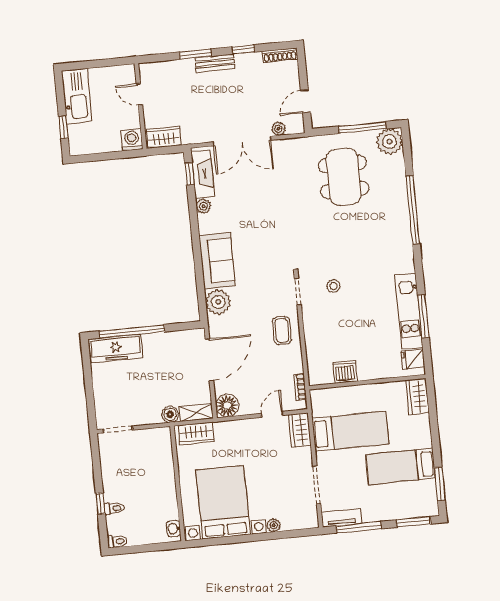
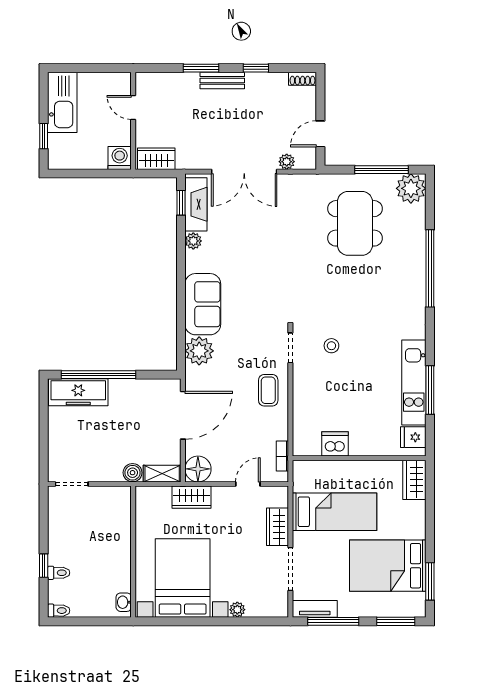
shoe rack: (280, 55) -> (303, 79), width x0.70
wardrobe: (300, 430) -> (278, 527), moved
wardrobe: (196, 434) -> (192, 497), moved
bed: (401, 466) -> (388, 566), width x1.50

